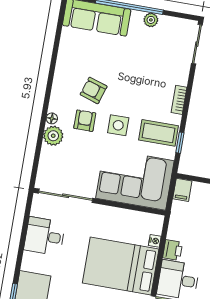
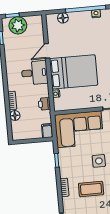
coffee table: (159, 133) -> (91, 189), moved
printer: (173, 250) -> (44, 104), moved

